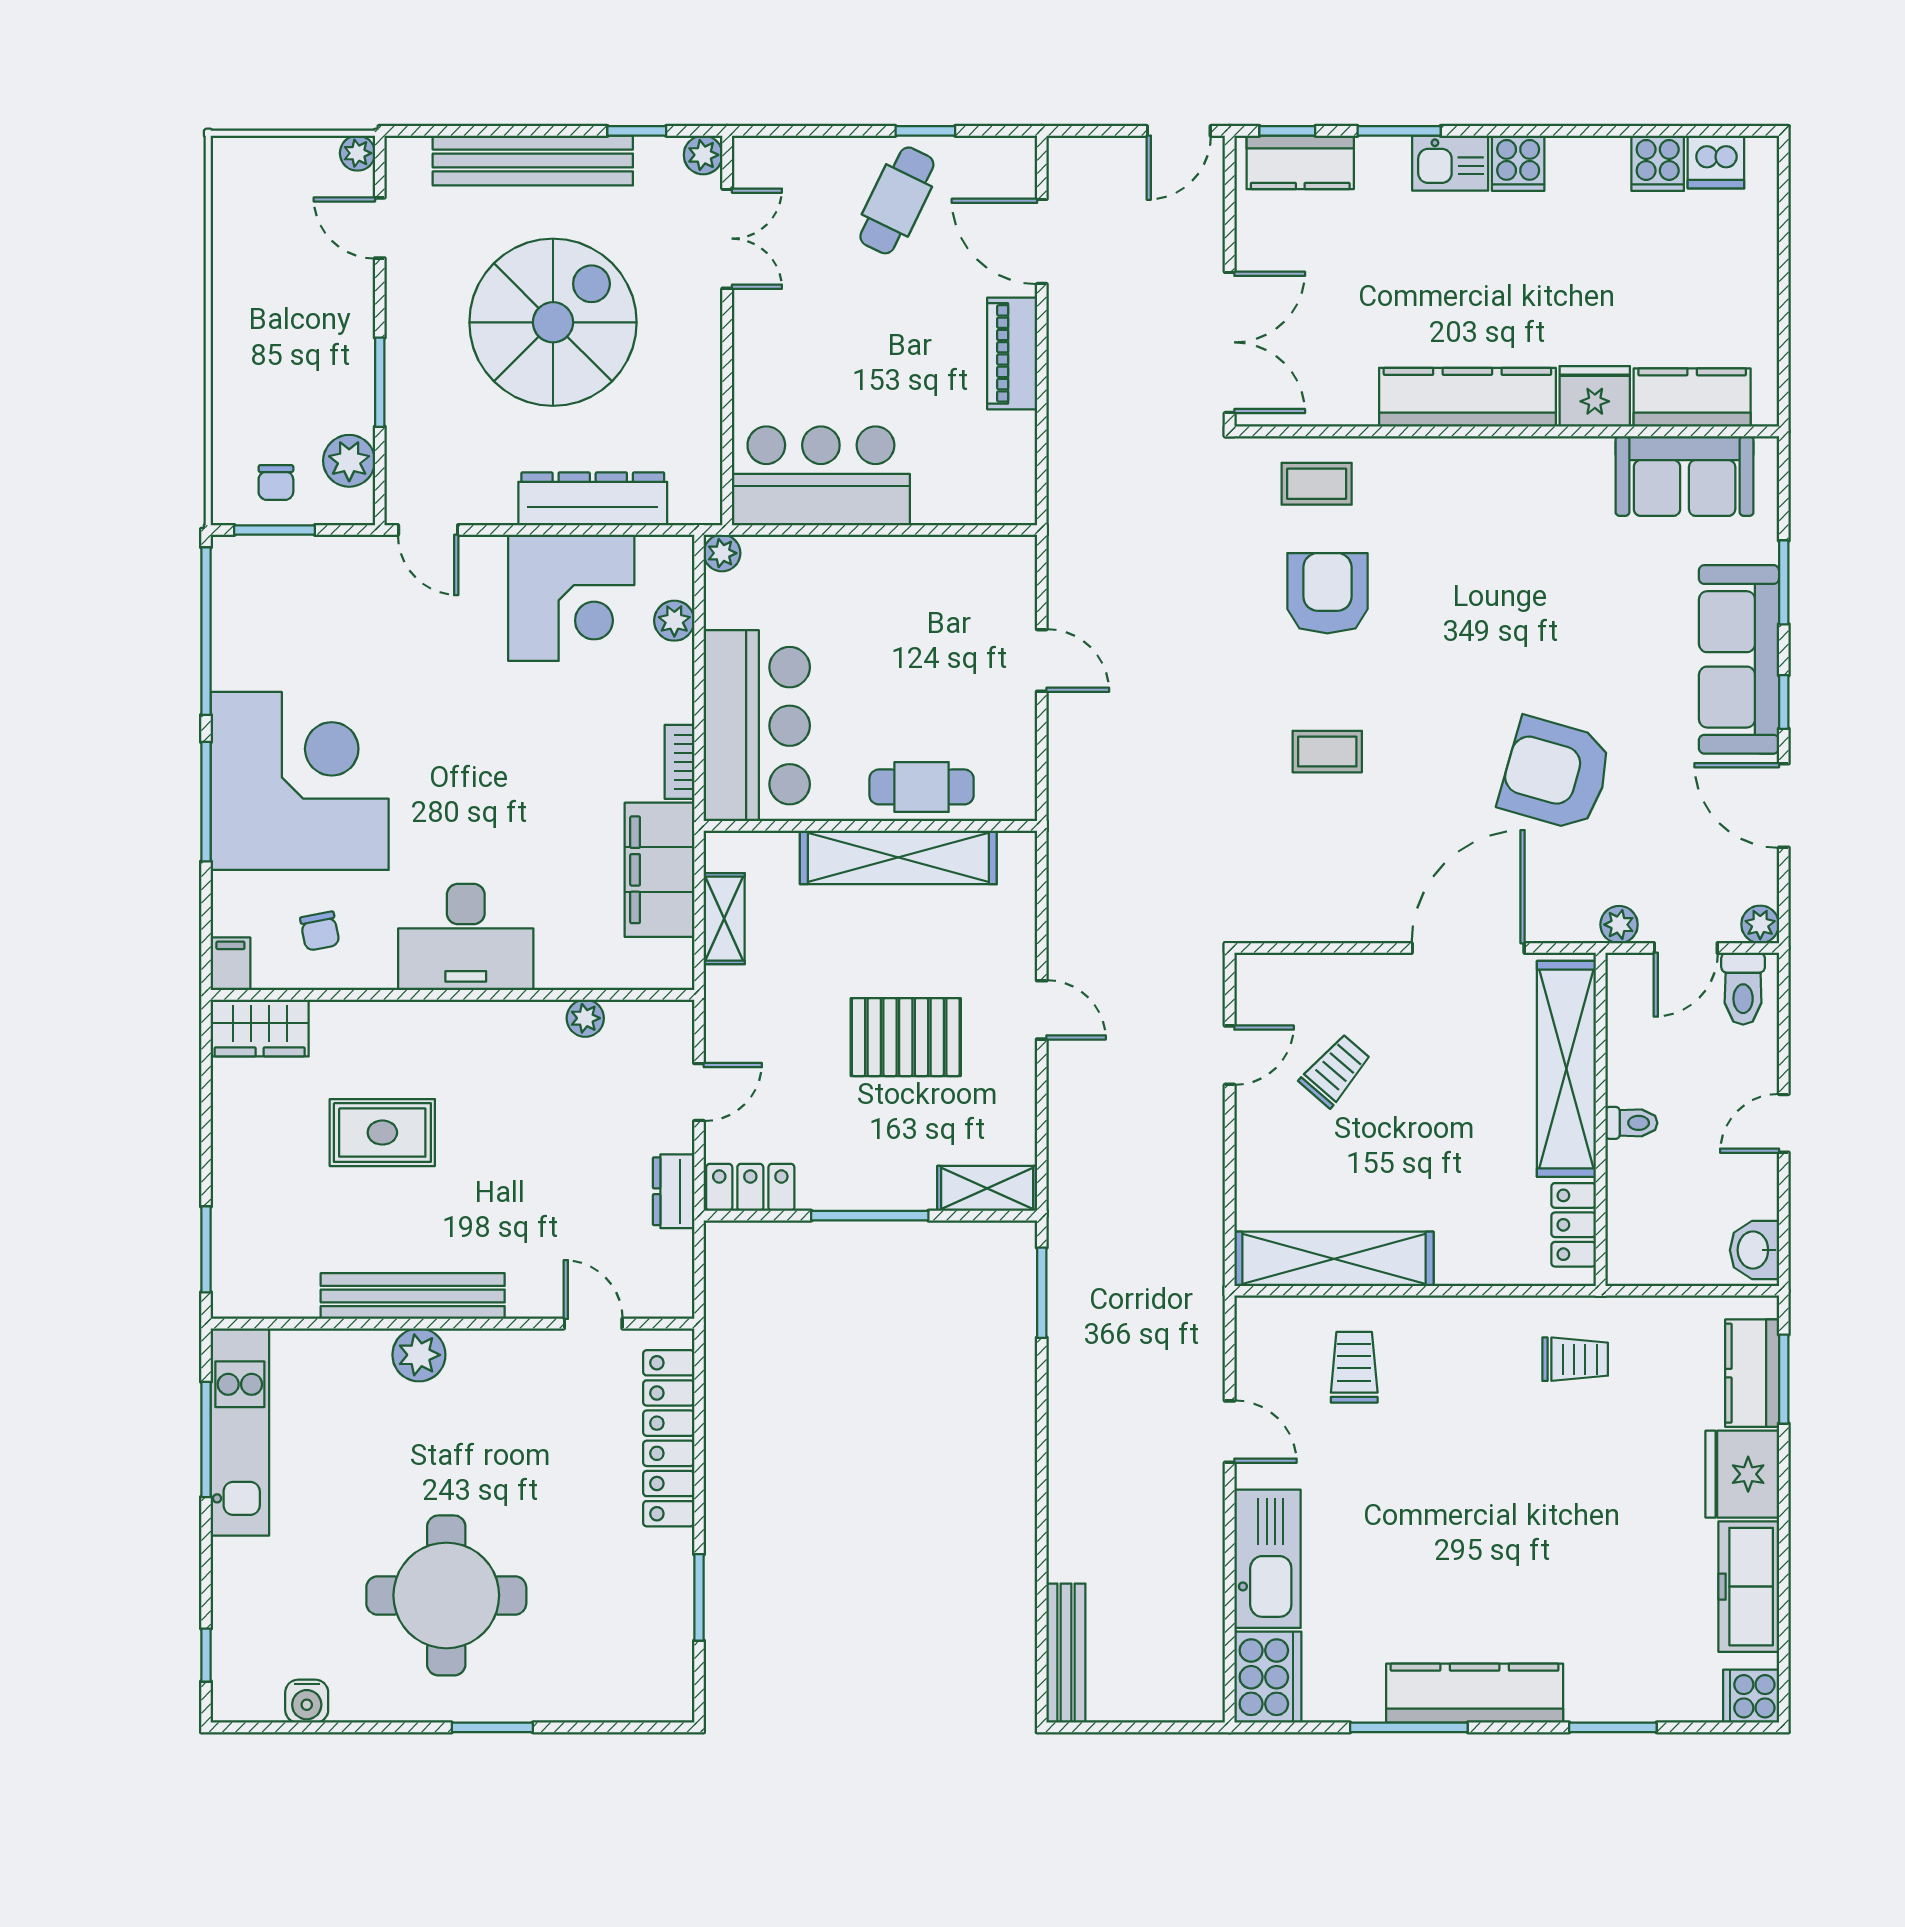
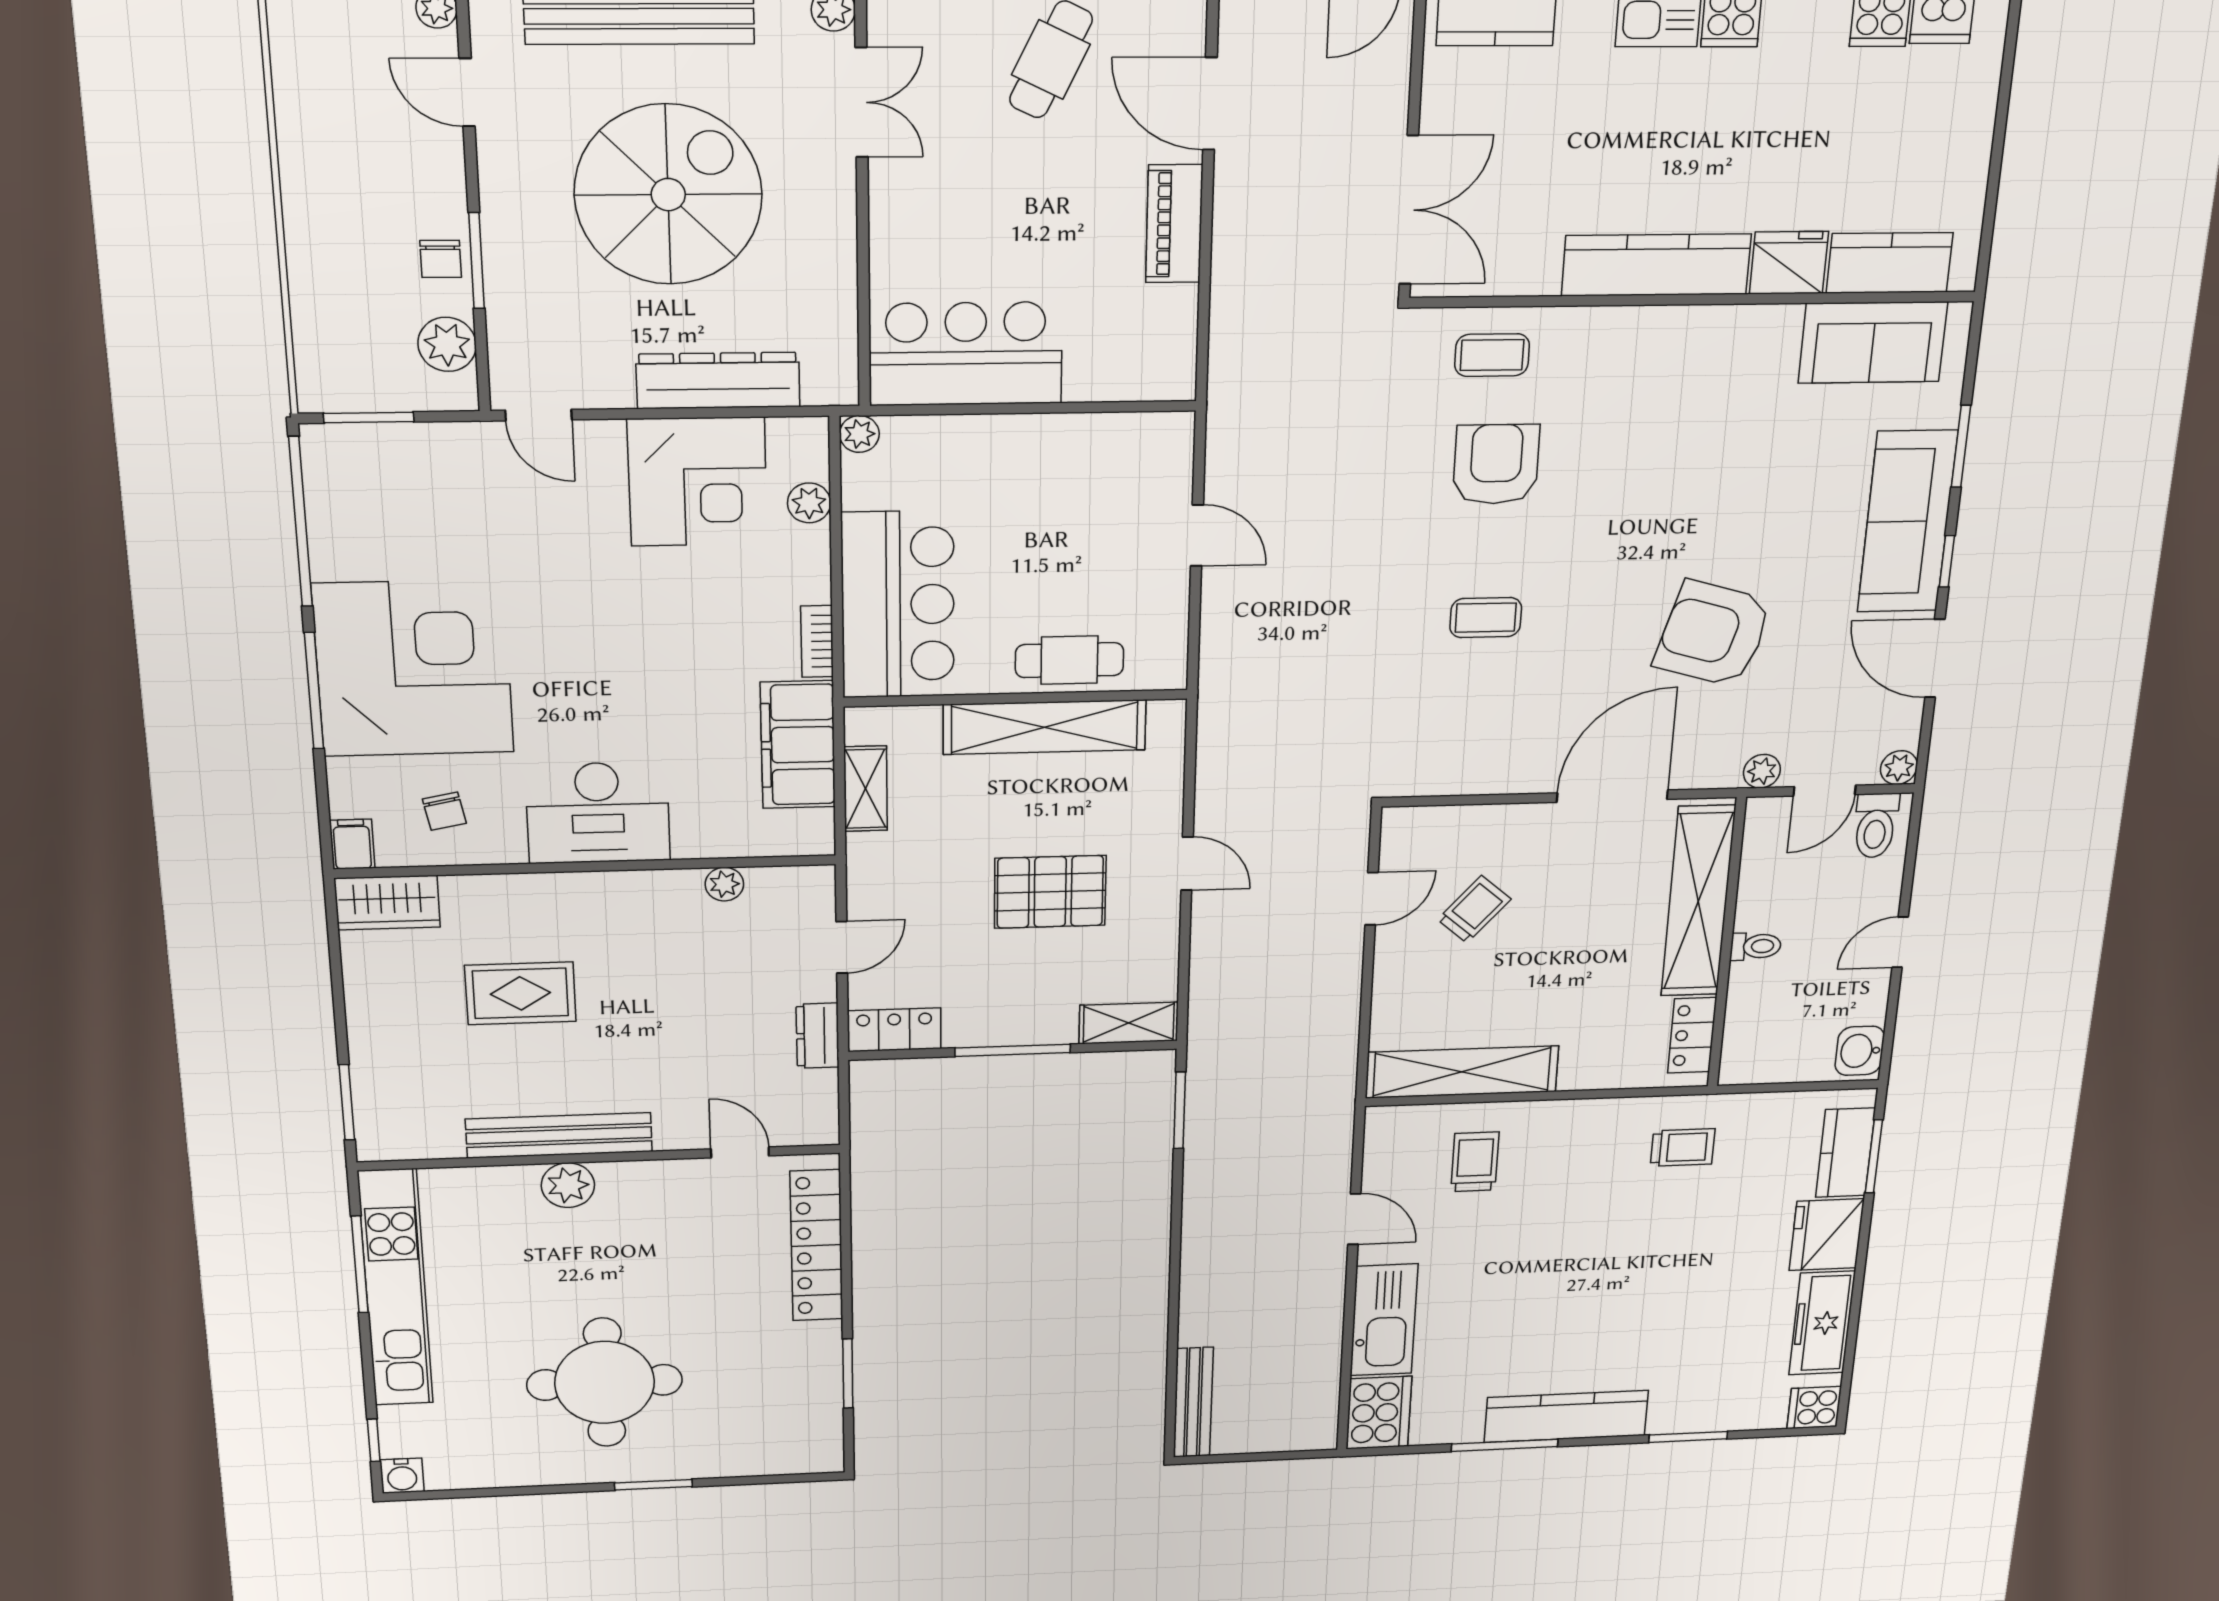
chair: (276, 483) -> (441, 259), moved
kitchen unit: (240, 1432) -> (395, 1288), width x1.36
water cooler: (307, 1701) -> (402, 1476), moved

